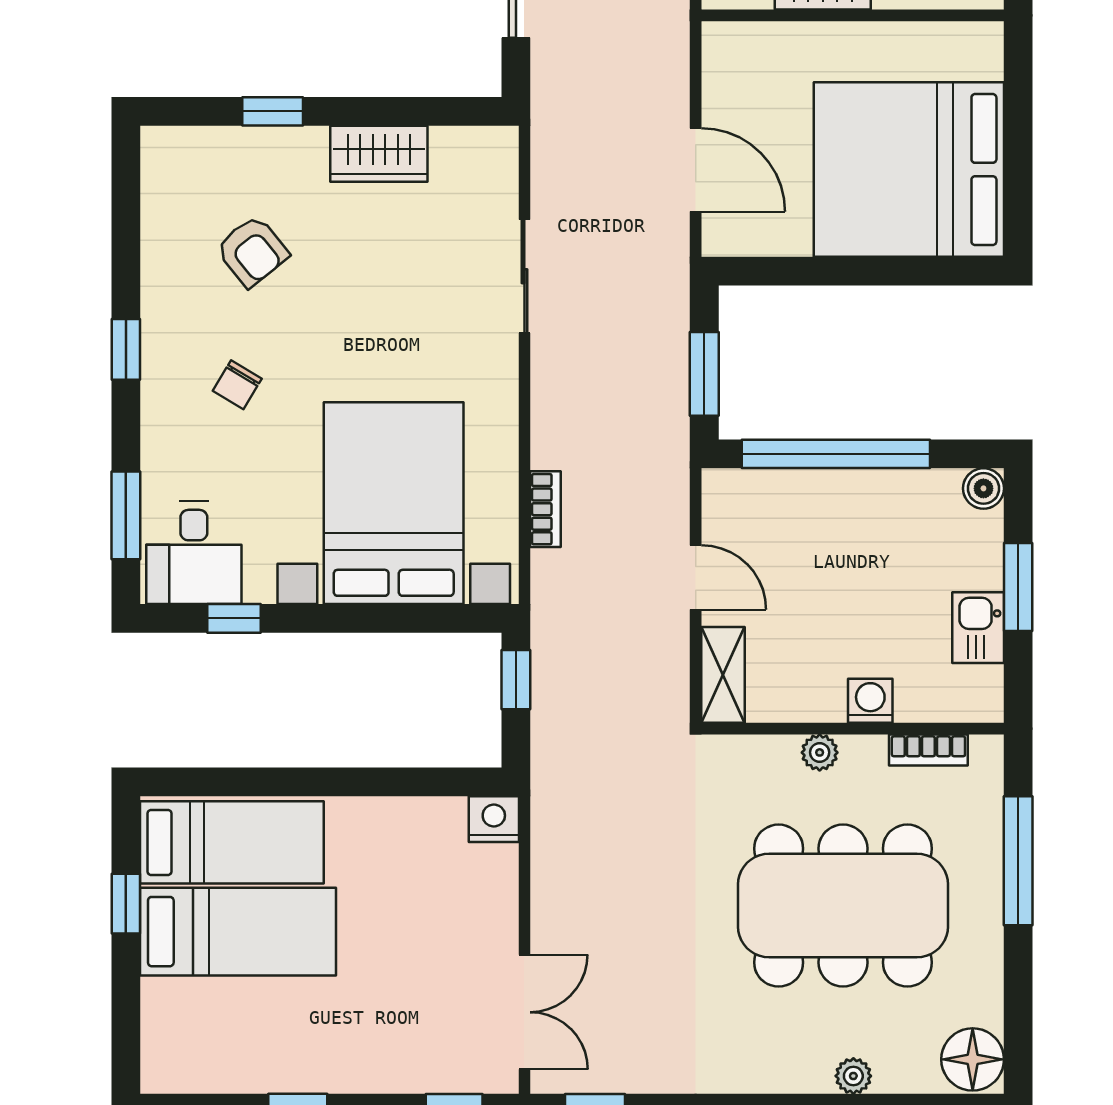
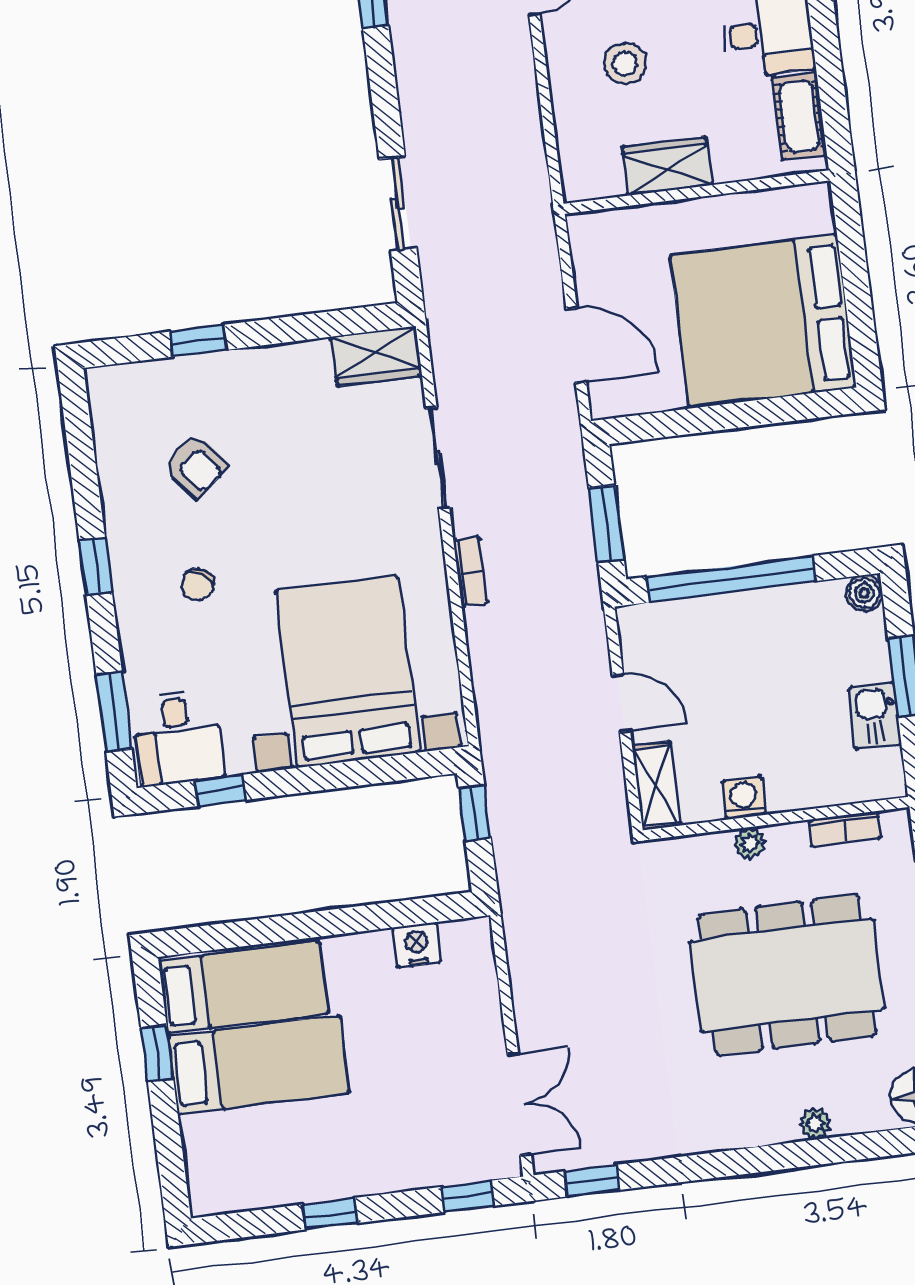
wardrobe: (379, 154) -> (376, 356), moved
bookcase: (545, 509) -> (471, 571), moved
washing machine: (870, 701) -> (744, 798), moved
nightstand: (494, 819) -> (417, 945), moved

